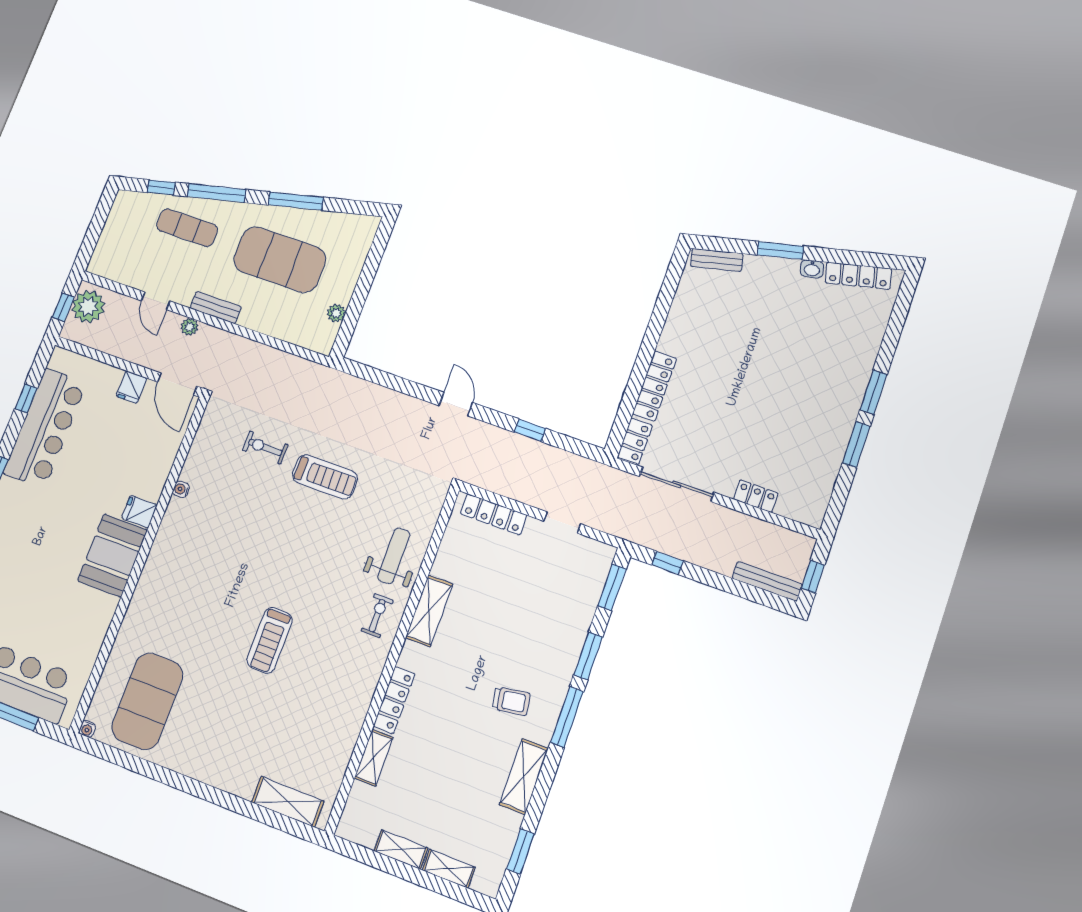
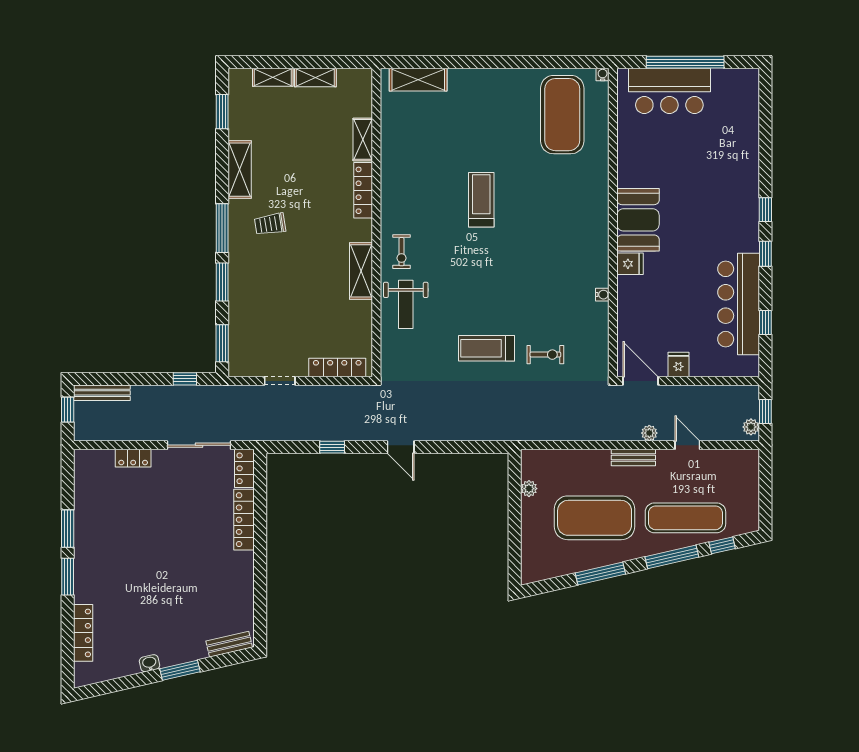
exercise mat: (187, 228) -> (685, 518), width x1.36, depth x1.45
locker: (858, 276) -> (83, 633), moved, turned 103
plant: (88, 307) -> (751, 427), width x0.53, depth x0.53

